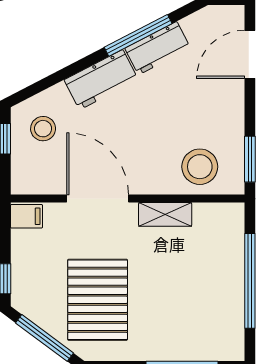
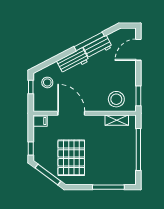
shelving: (165, 214) -> (117, 120), moved

